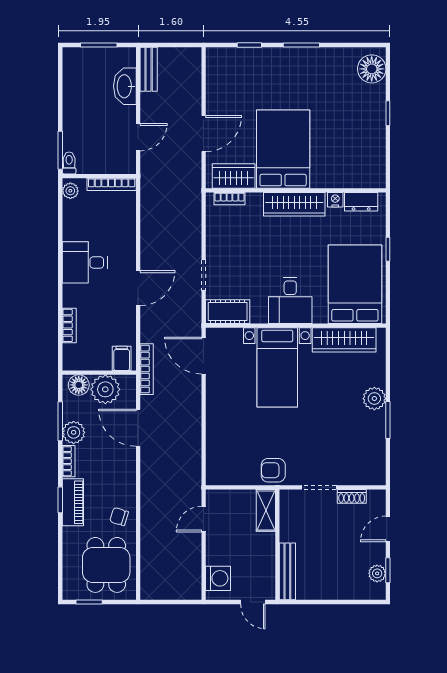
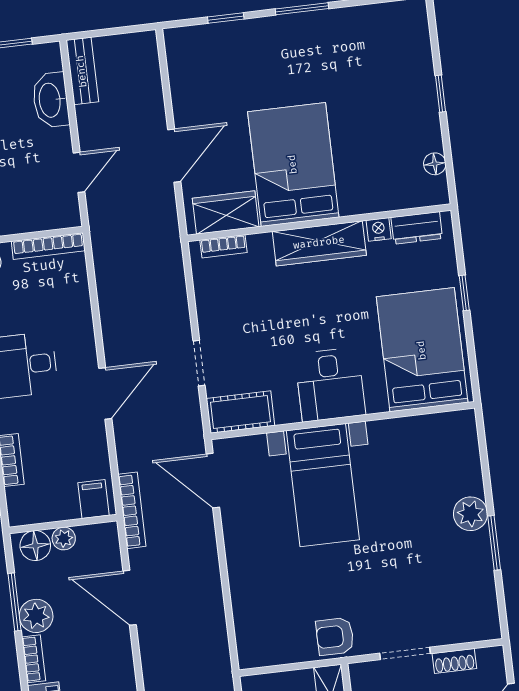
floor lamp: (372, 69) -> (435, 164), moved, width x0.53, depth x0.53
wardrobe: (344, 340) -> (416, 433), removed
plant: (105, 389) -> (64, 538), width x0.53, depth x0.53

